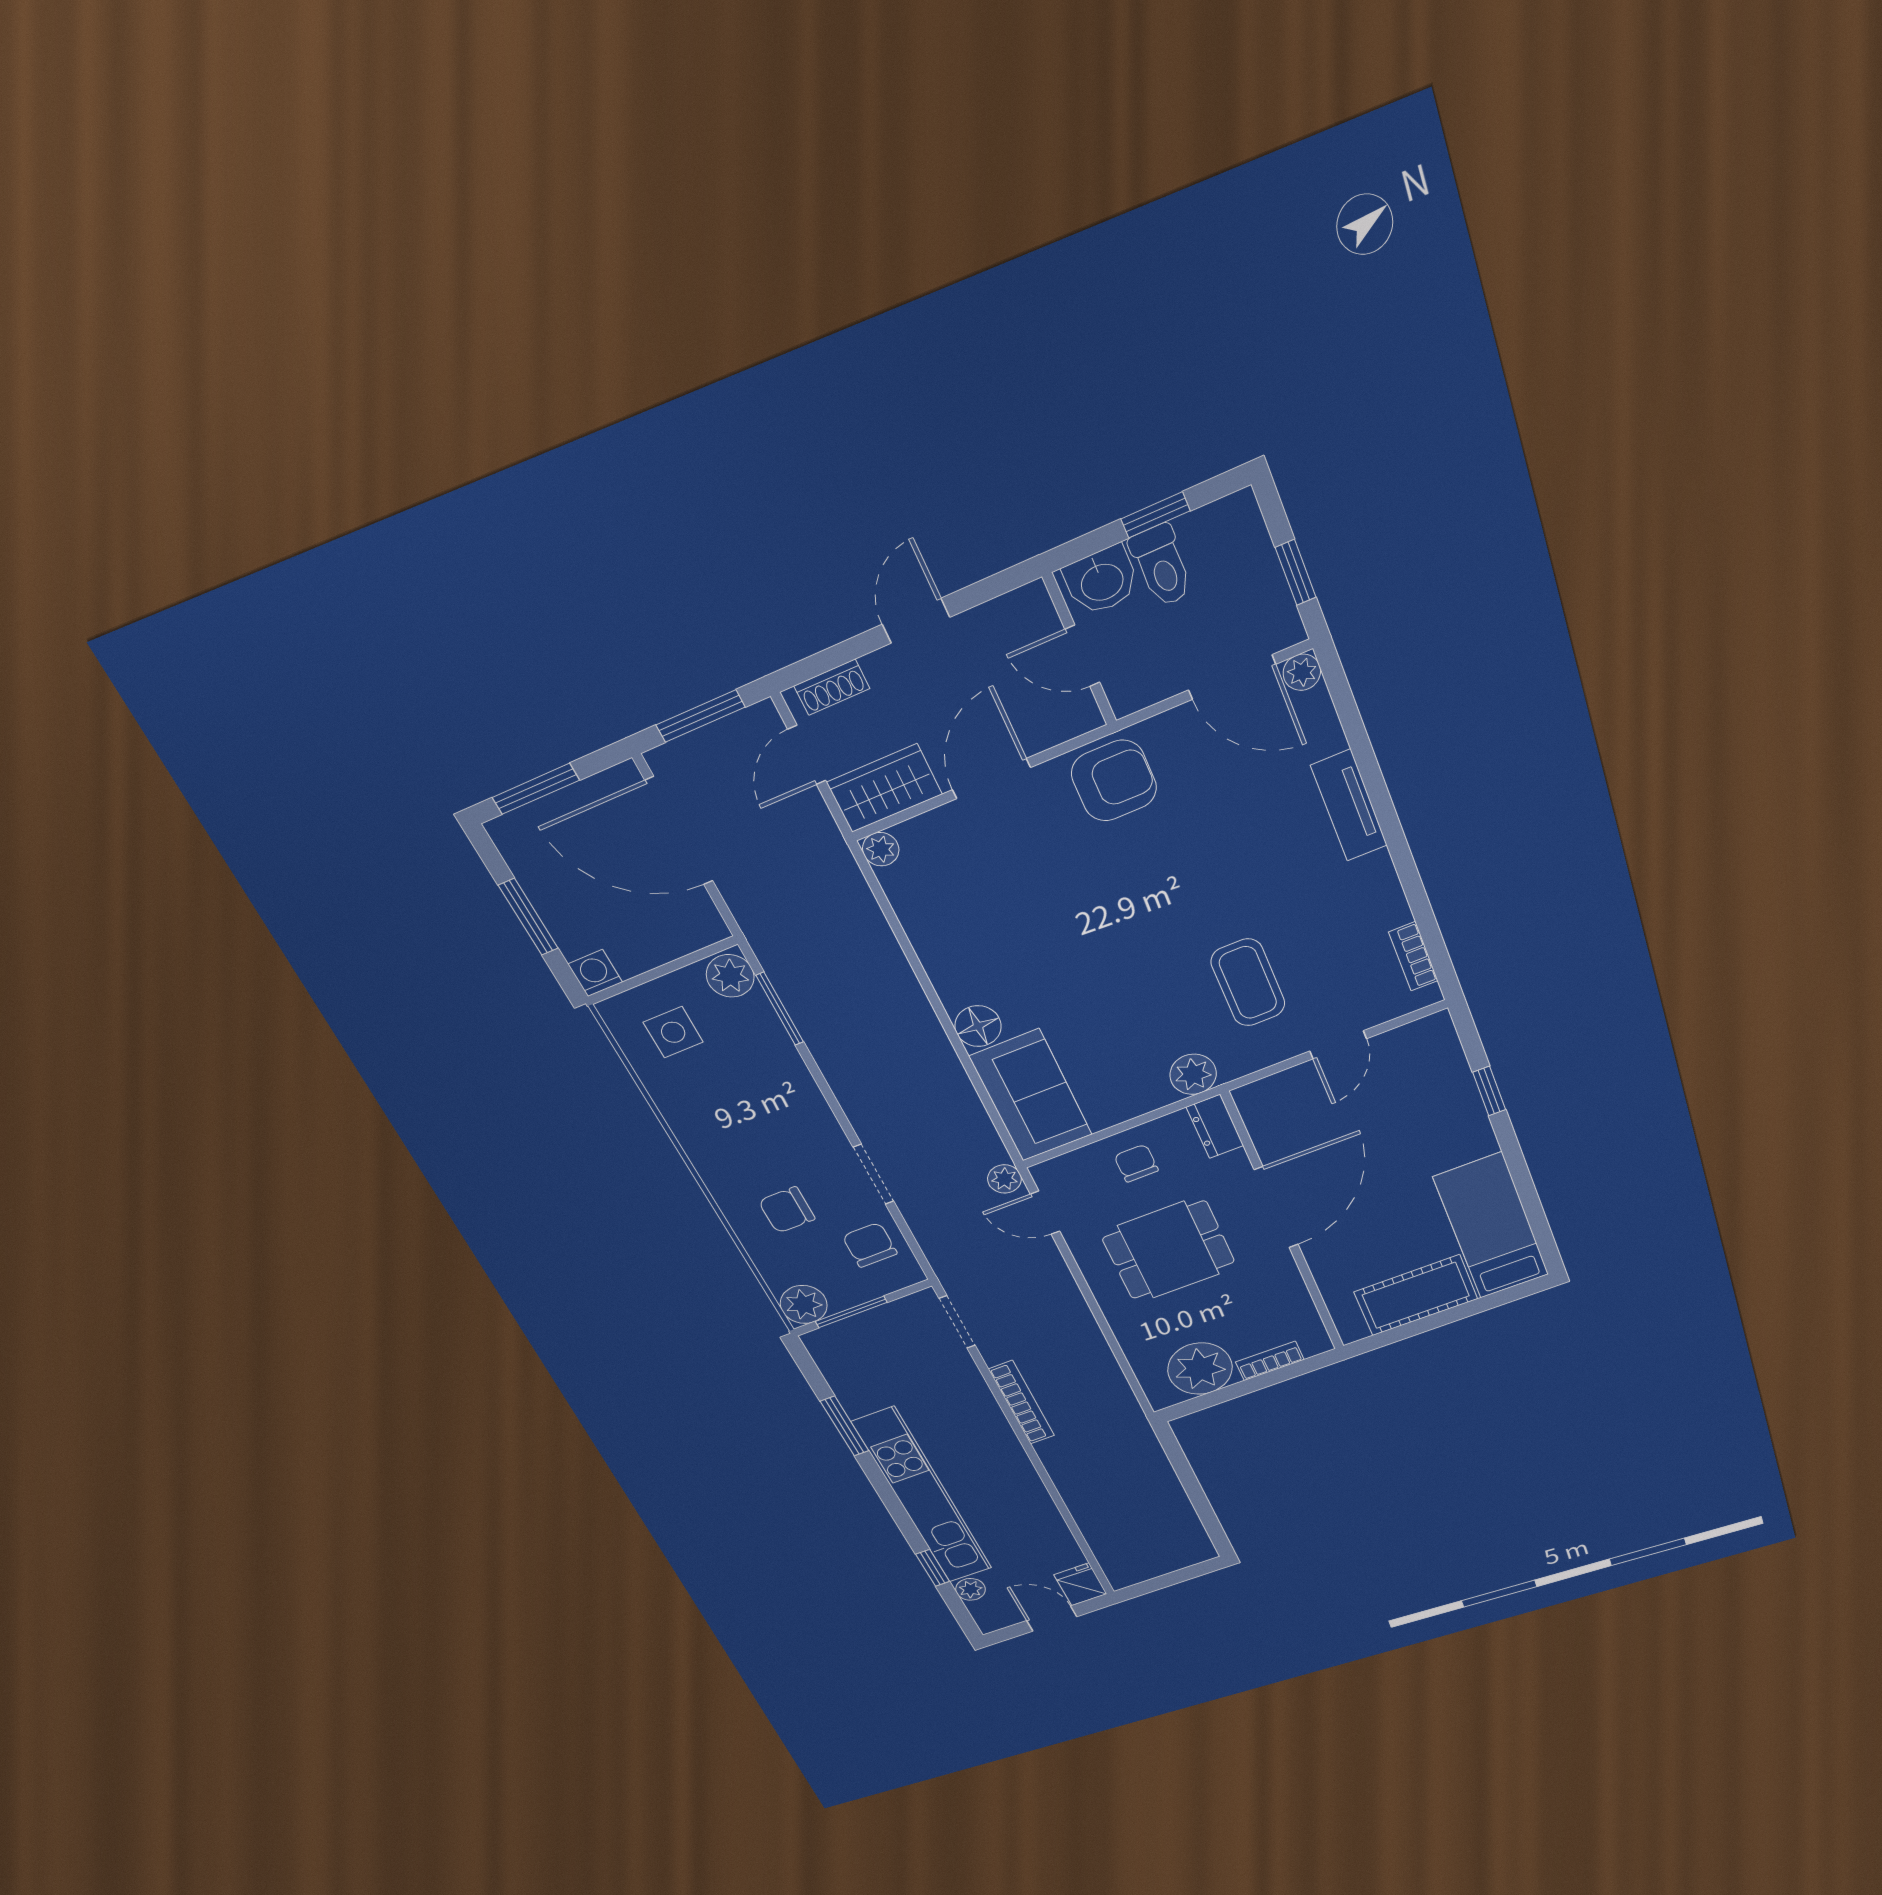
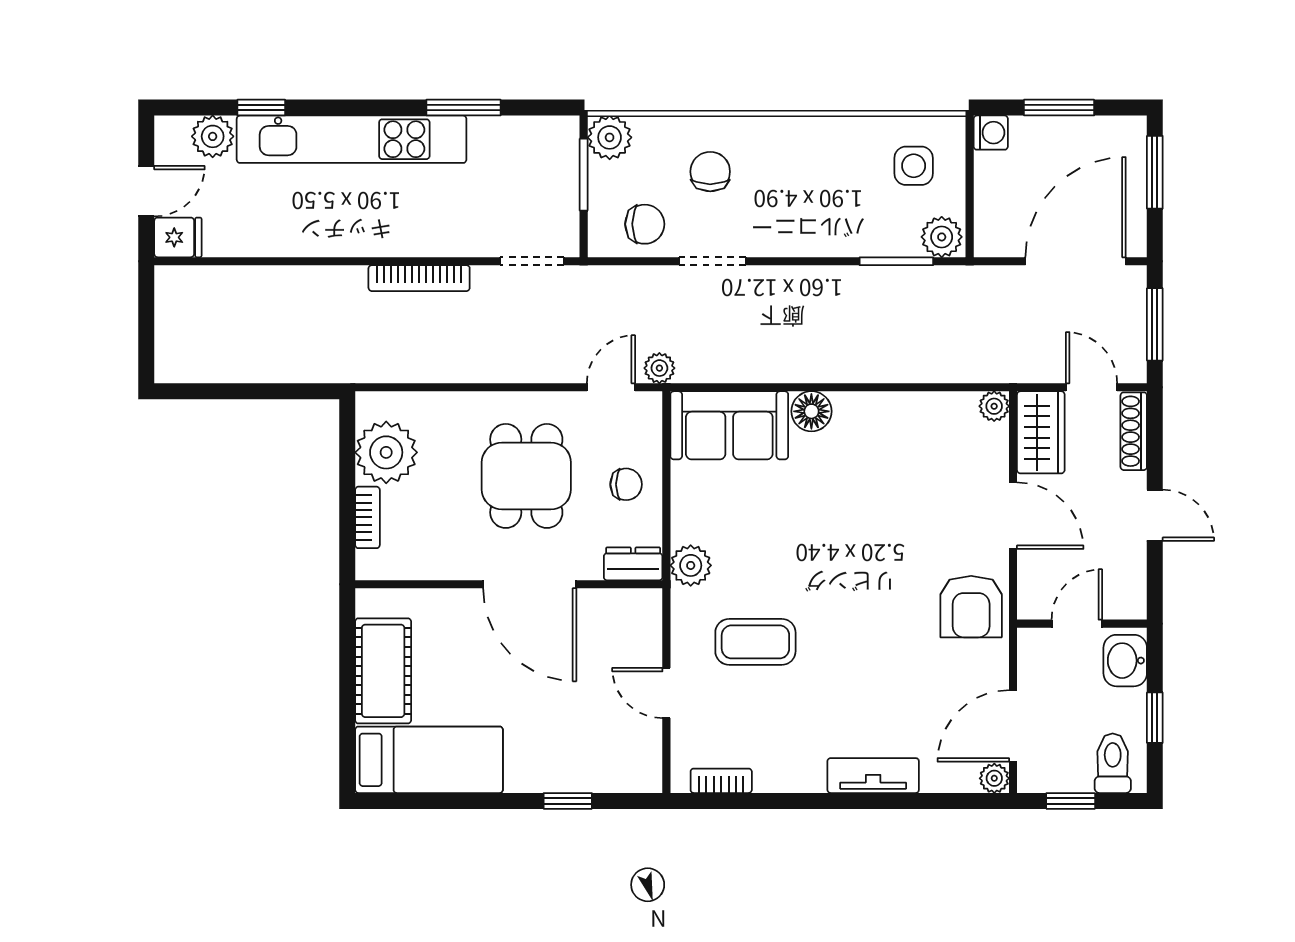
toilet: (1162, 566) -> (1113, 763), moved, turned 90
shoe rack: (832, 687) -> (1134, 431), width x1.43
plant: (970, 1589) -> (213, 136), width x1.38, depth x1.38

